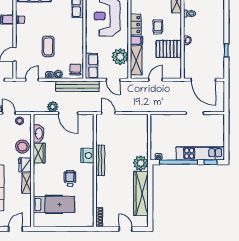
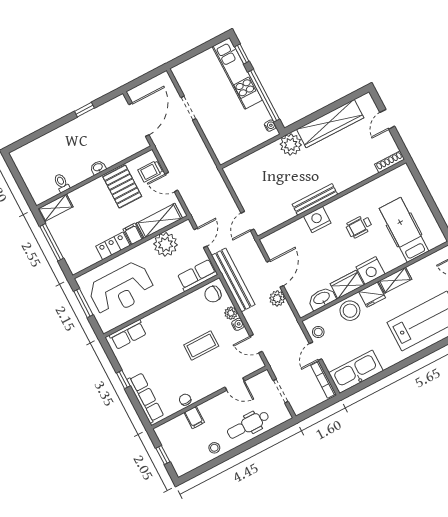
trolley: (158, 27) -> (150, 171), moved
nightstand: (40, 171) -> (370, 270), added

